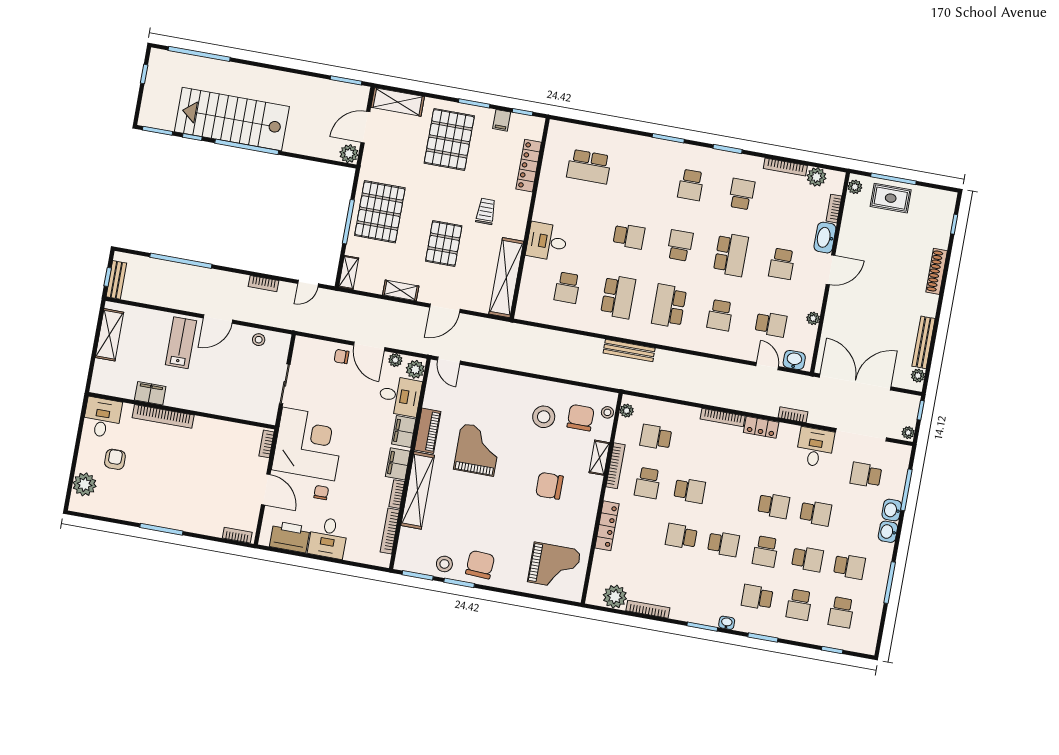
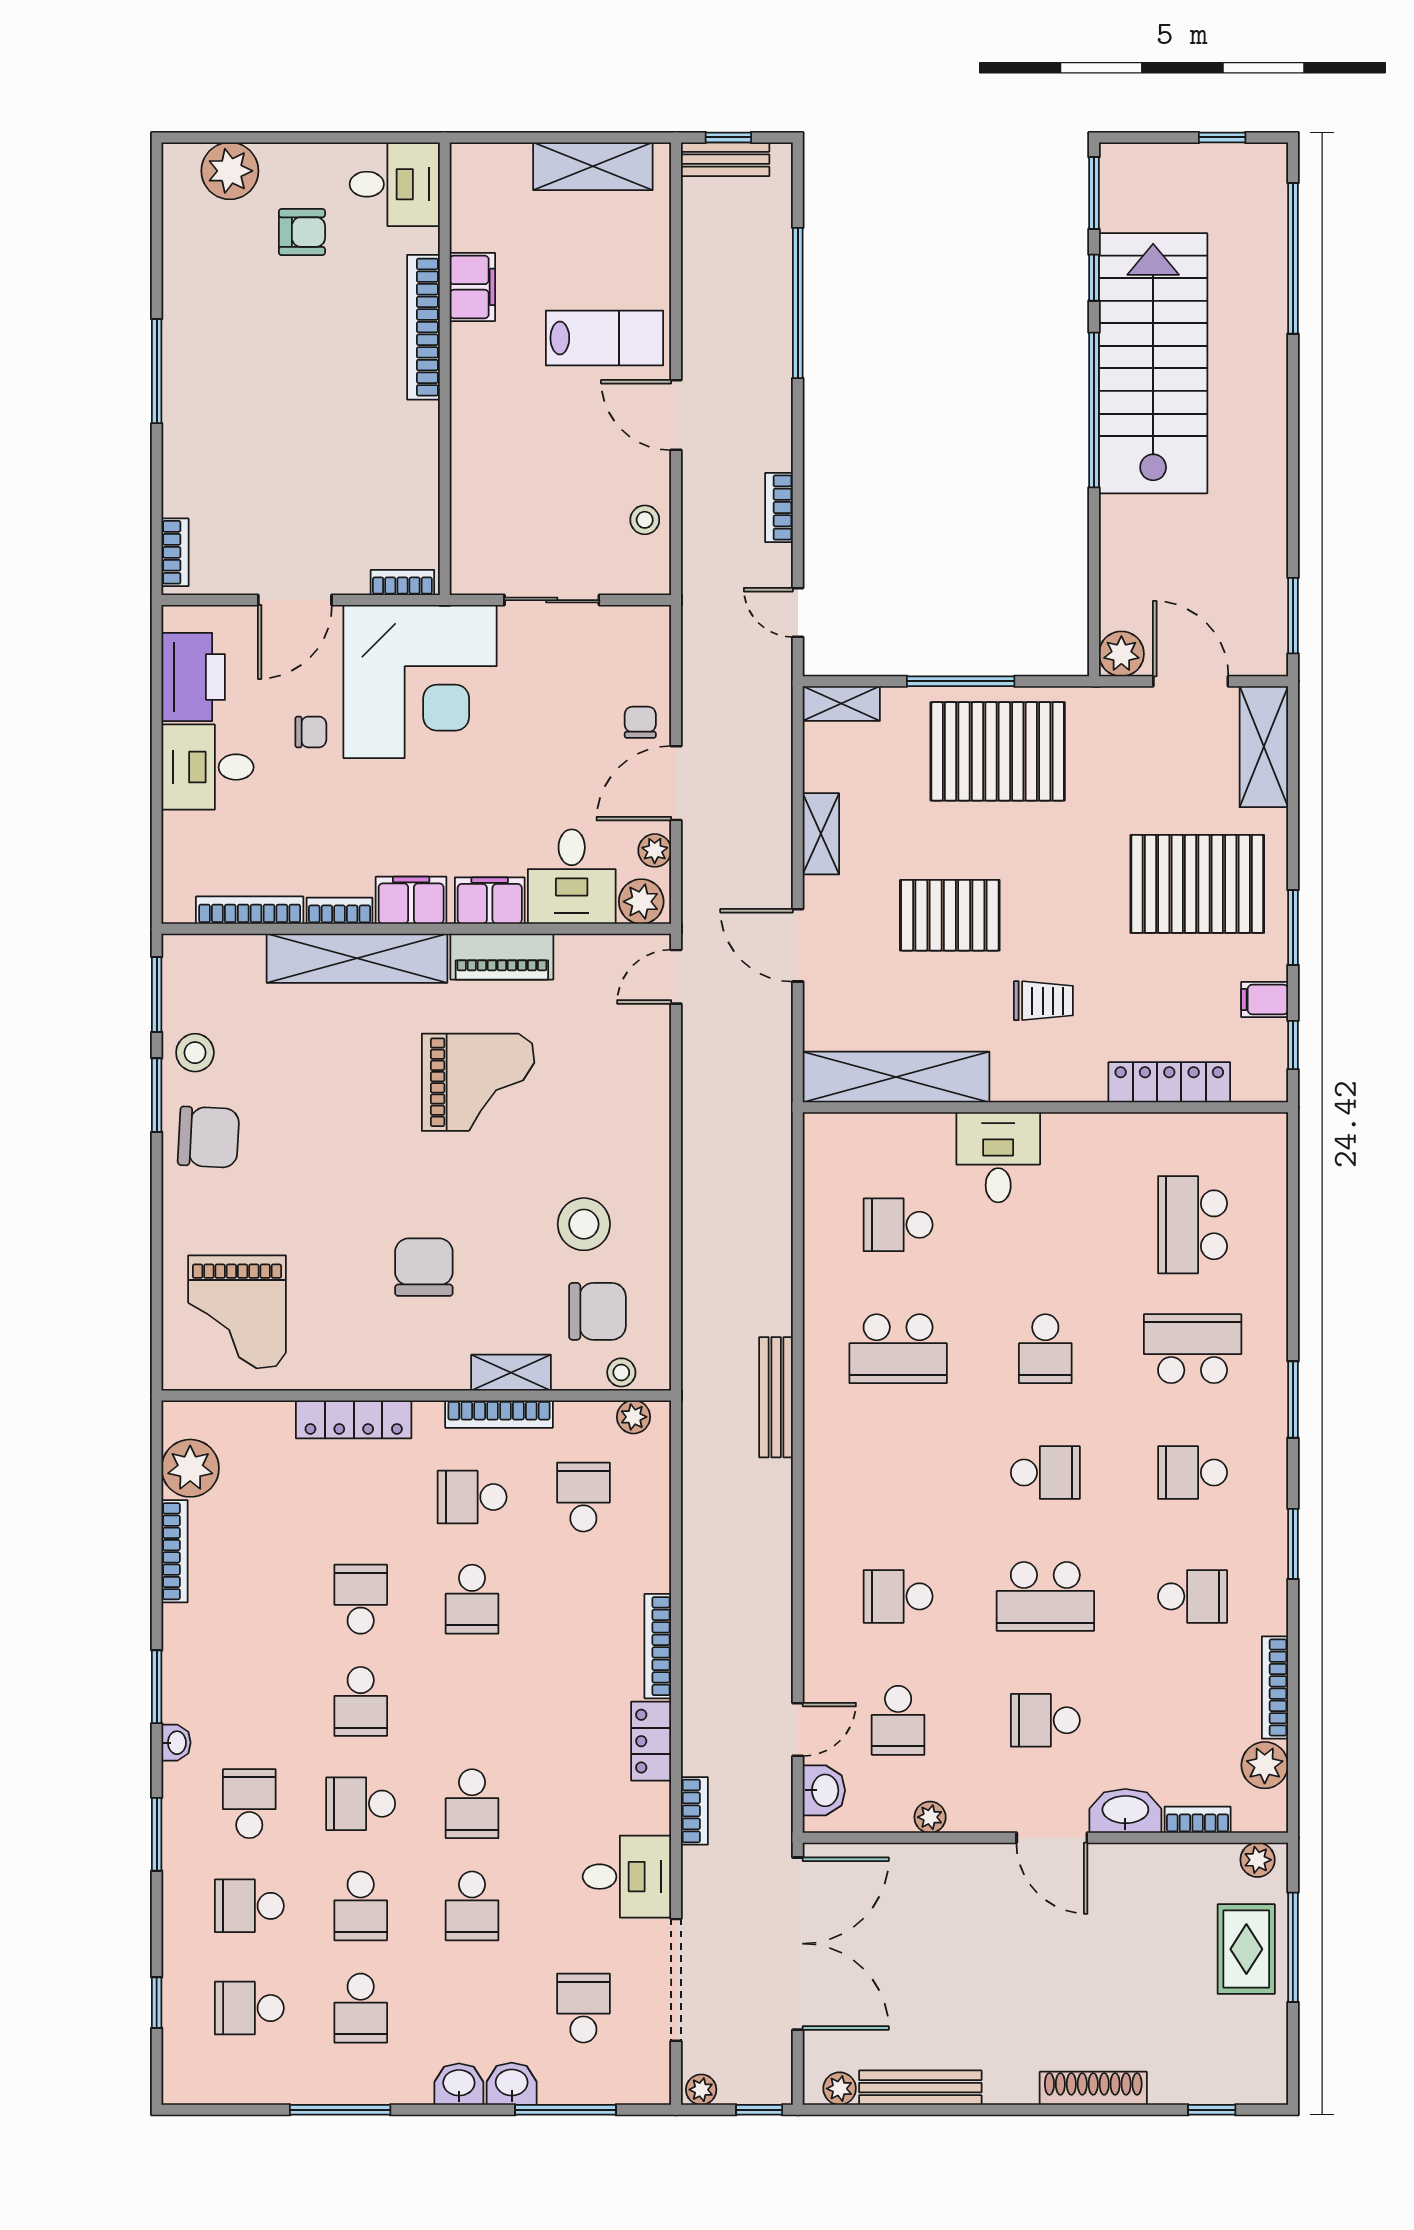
school desk: (669, 306) -> (1193, 1349), moved

